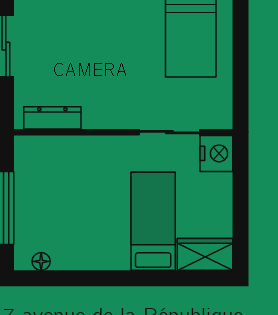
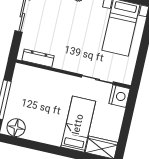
floor lamp: (41, 261) -> (16, 128), width x1.89, depth x1.89

